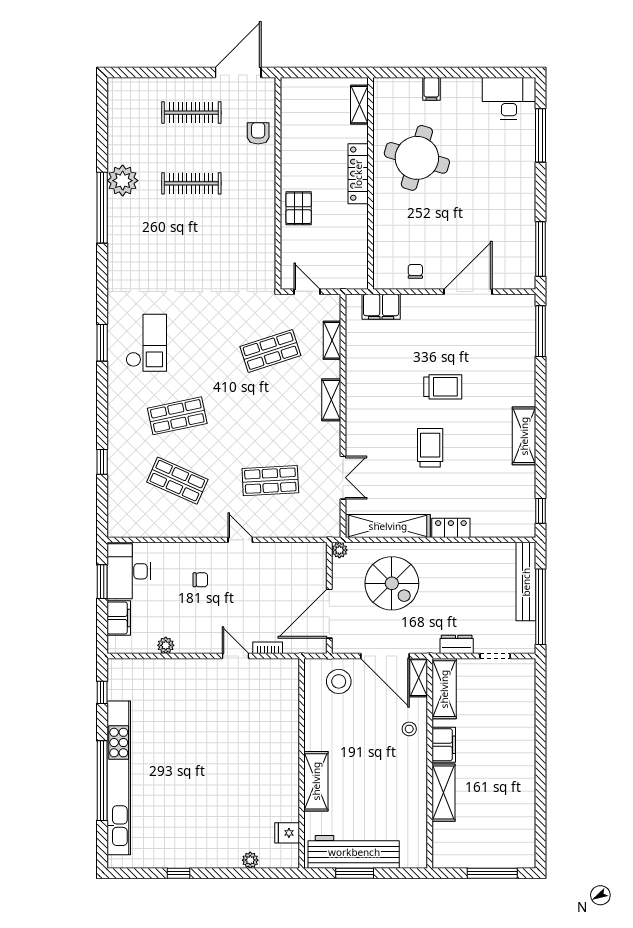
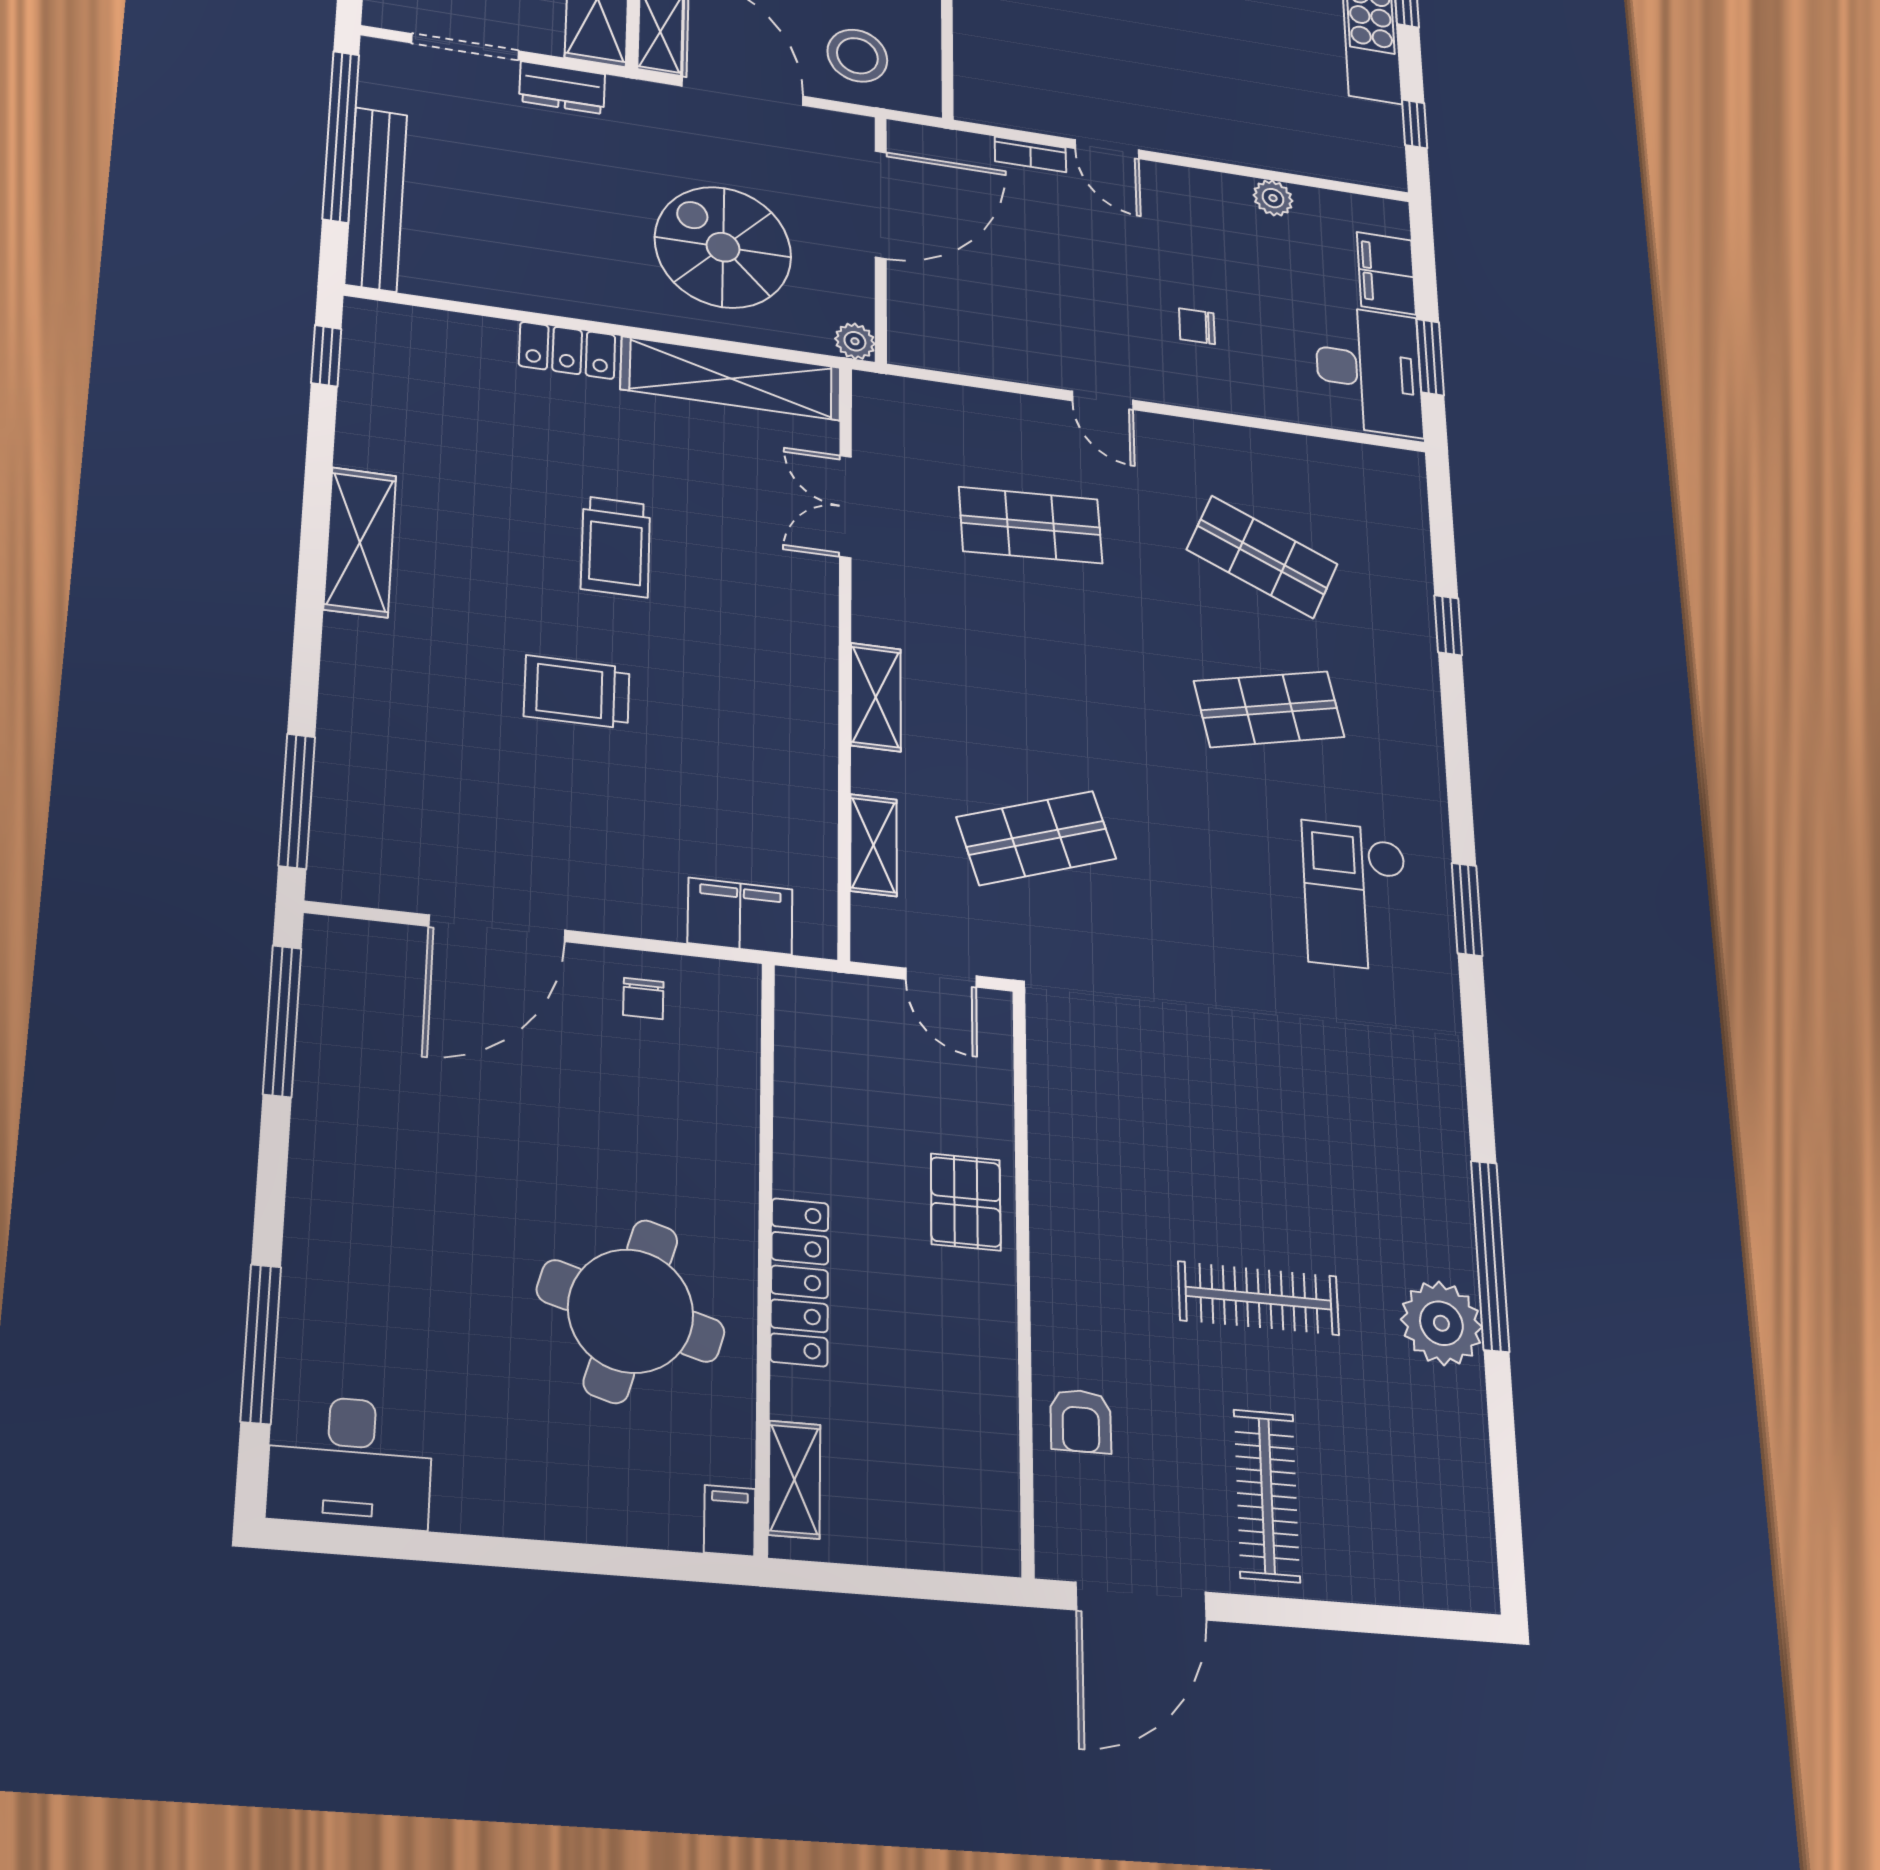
filing cabinet: (431, 89) -> (730, 1521), moved
clothes rail: (191, 113) -> (1267, 1496), turned 90
doorway: (495, 656) -> (465, 47), width x1.38

